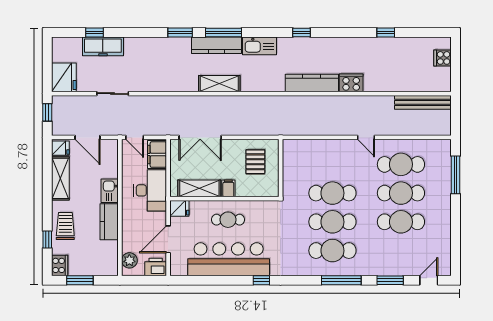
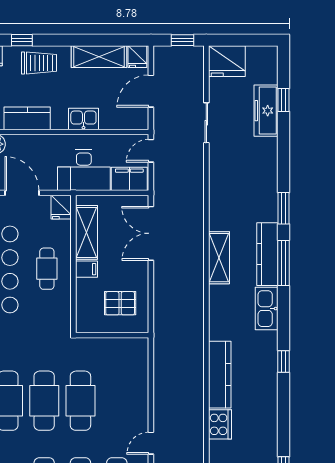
kitchen counter: (109, 222) -> (27, 118), moved

